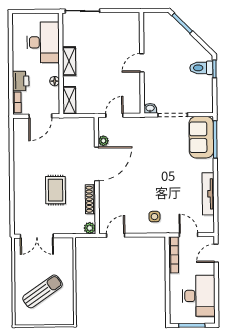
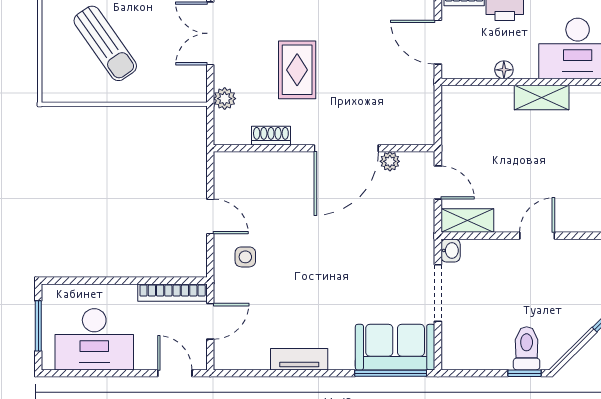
door: (142, 63) -> (537, 236), hinge flipped
shelving: (69, 100) -> (467, 221), moved
door: (97, 164) -> (346, 148), hinge flipped
rug: (56, 190) -> (297, 70), turned 90
tv unit: (208, 194) -> (299, 359), width x0.71
shoe rack: (90, 199) -> (271, 136), width x0.70
plant: (90, 228) -> (225, 99), moved
door: (116, 235) -> (210, 216), moved

